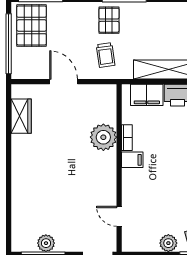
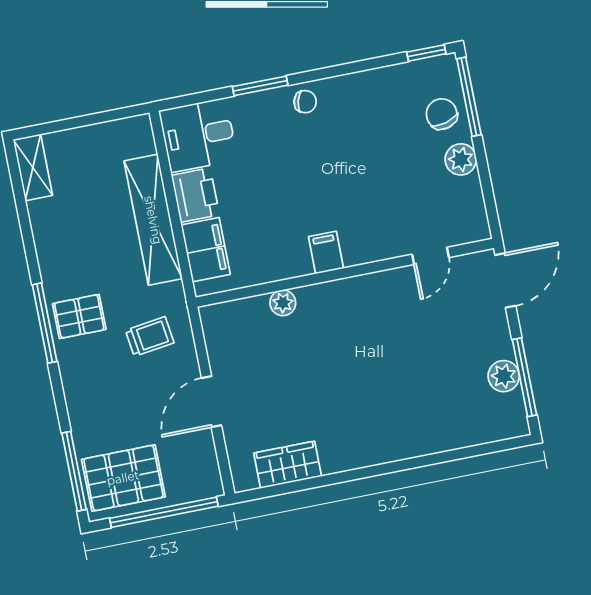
pallet: (109, 20) -> (79, 316), moved
plant: (103, 137) -> (283, 303), width x0.53, depth x0.53
bookcase: (127, 138) -> (289, 270), removed

